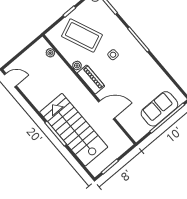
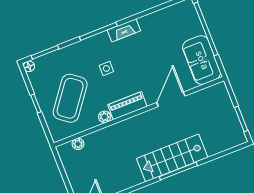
coffee table: (82, 35) -> (70, 98), turned -30
fireplace: (145, 58) -> (124, 30), added
sofa: (159, 109) -> (202, 60), moved
stairs: (74, 130) -> (172, 158), width x0.73, depth x0.66

